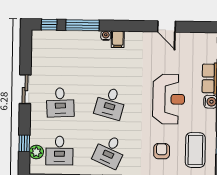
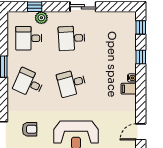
window: (82, 25) -> (141, 57), width x0.46
desk: (110, 103) -> (72, 83), turned -30
plant: (36, 152) -> (41, 18), moved

